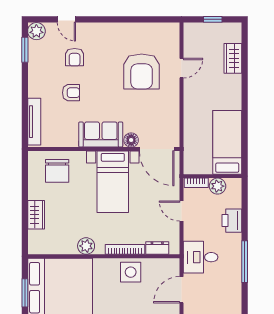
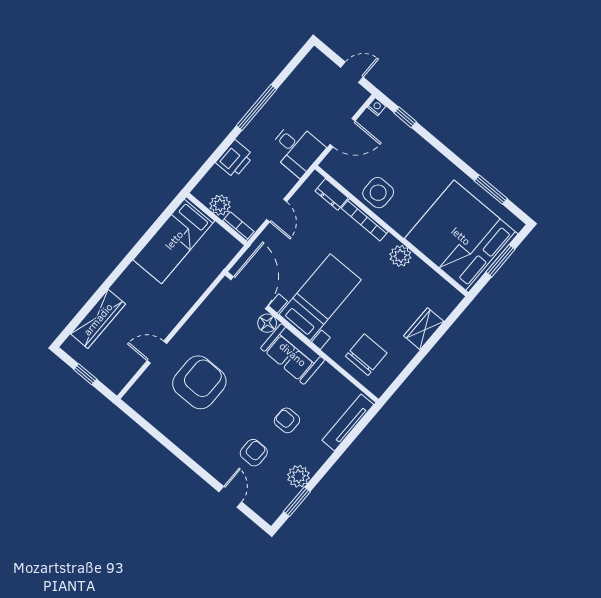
plant: (36, 31) -> (298, 476), moved
wardrobe: (233, 58) -> (98, 319), width x1.50

